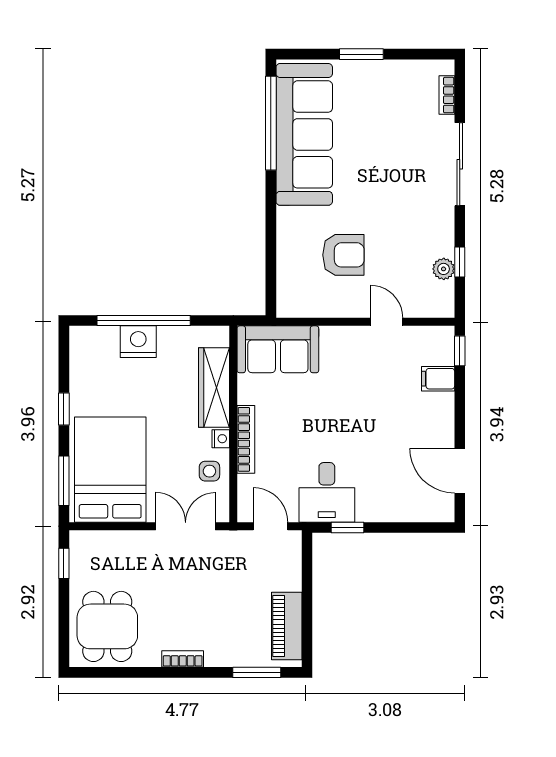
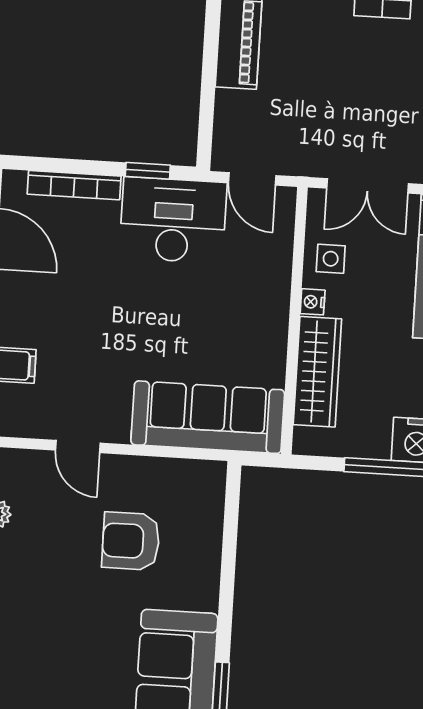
sofa: (278, 349) -> (208, 417), width x1.36
bookcase: (246, 439) -> (74, 185), moved, turned -90
desk: (327, 492) -> (173, 220), width x1.37

